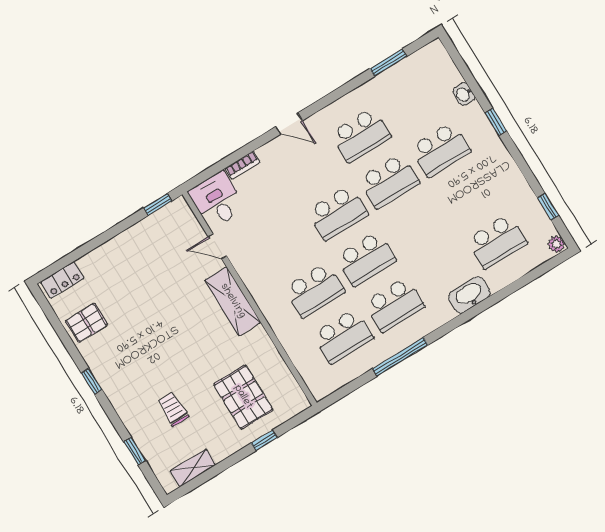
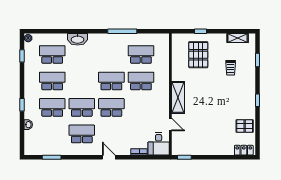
school desk: (394, 305) -> (52, 81), moved

